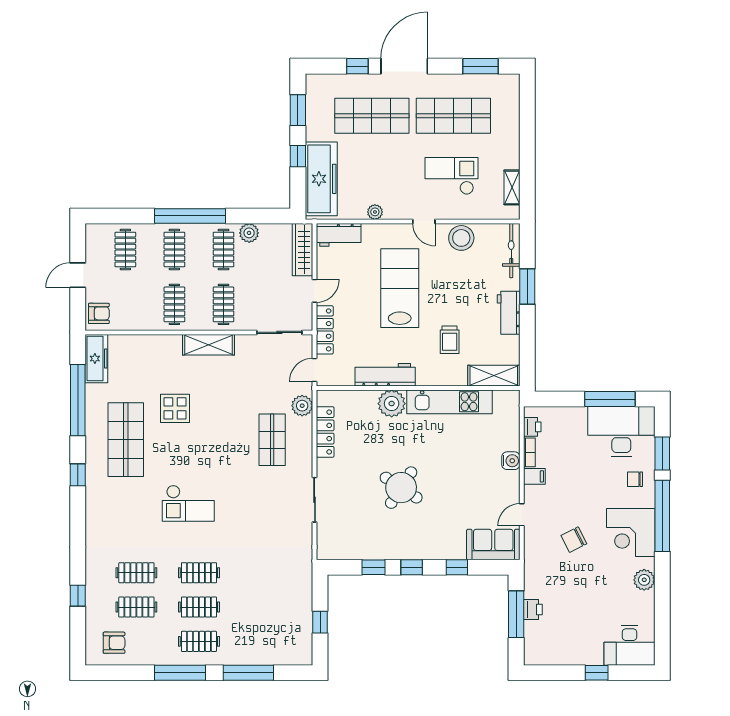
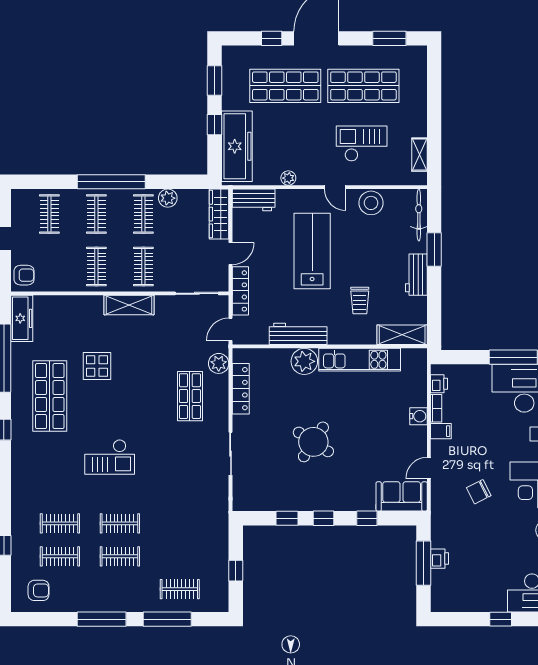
clothes rail: (199, 641) -> (180, 589), moved

